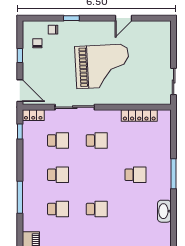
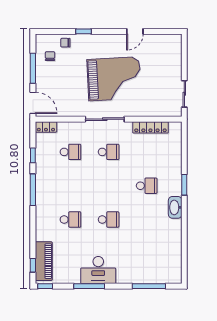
window: (20, 56) -> (33, 68), width x2.17
sliding door: (75, 107) -> (105, 119), moved
window: (20, 132) -> (33, 155), moved
window: (174, 174) -> (184, 185), width x0.69
school desk: (58, 175) -> (70, 186), removed
window: (20, 197) -> (33, 190), moved
washbasin: (164, 211) -> (175, 207), moved

